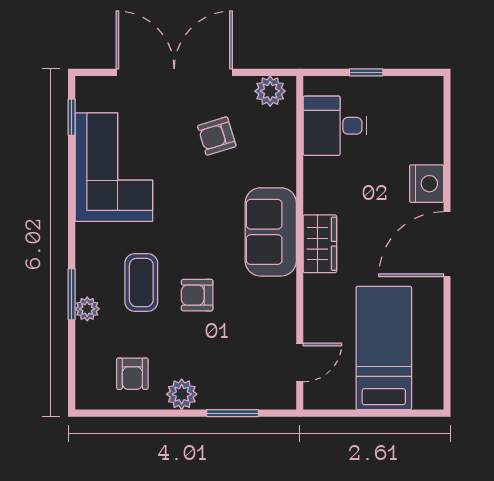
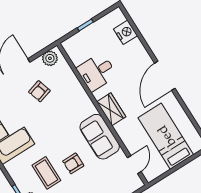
desk: (335, 126) -> (97, 72), moved
nightstand: (427, 184) -> (125, 32), moved
sofa: (271, 232) -> (100, 137), moved

